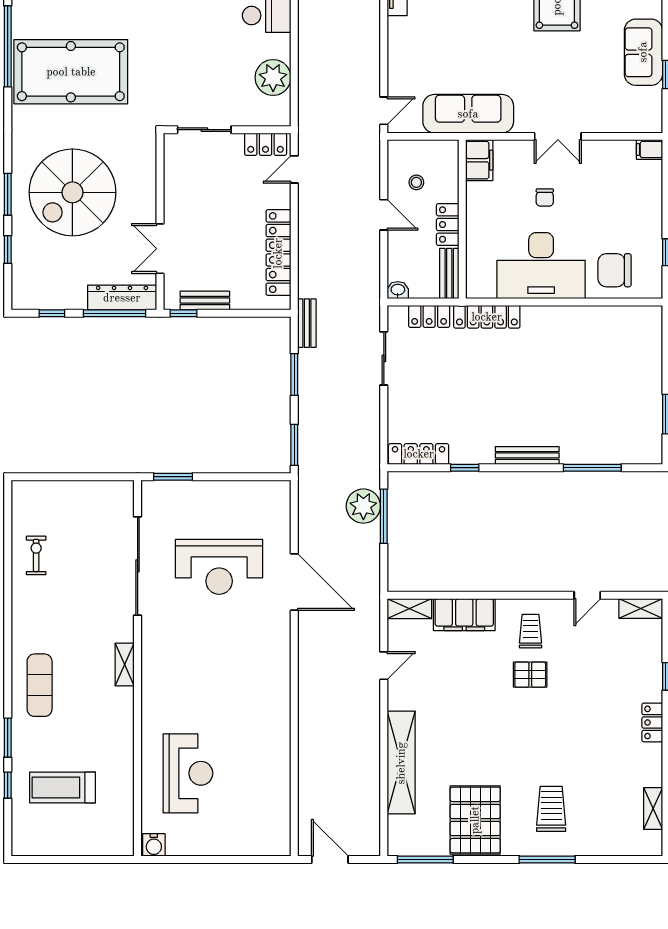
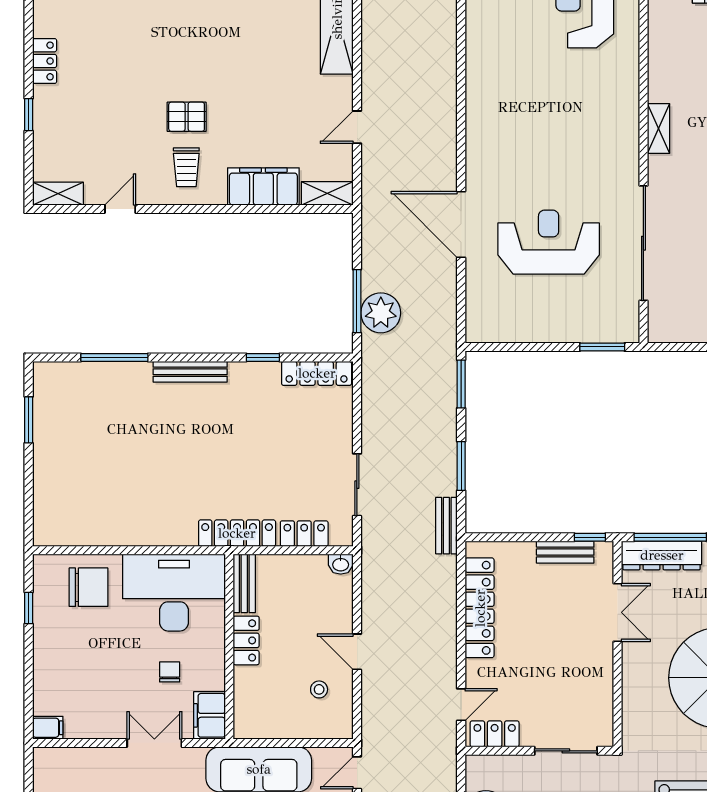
filing cabinet: (479, 160) -> (209, 715), moved
wall: (462, 219) -> (229, 647), moved
locker: (448, 225) -> (246, 640), moved
bench: (449, 274) -> (244, 583), moved

